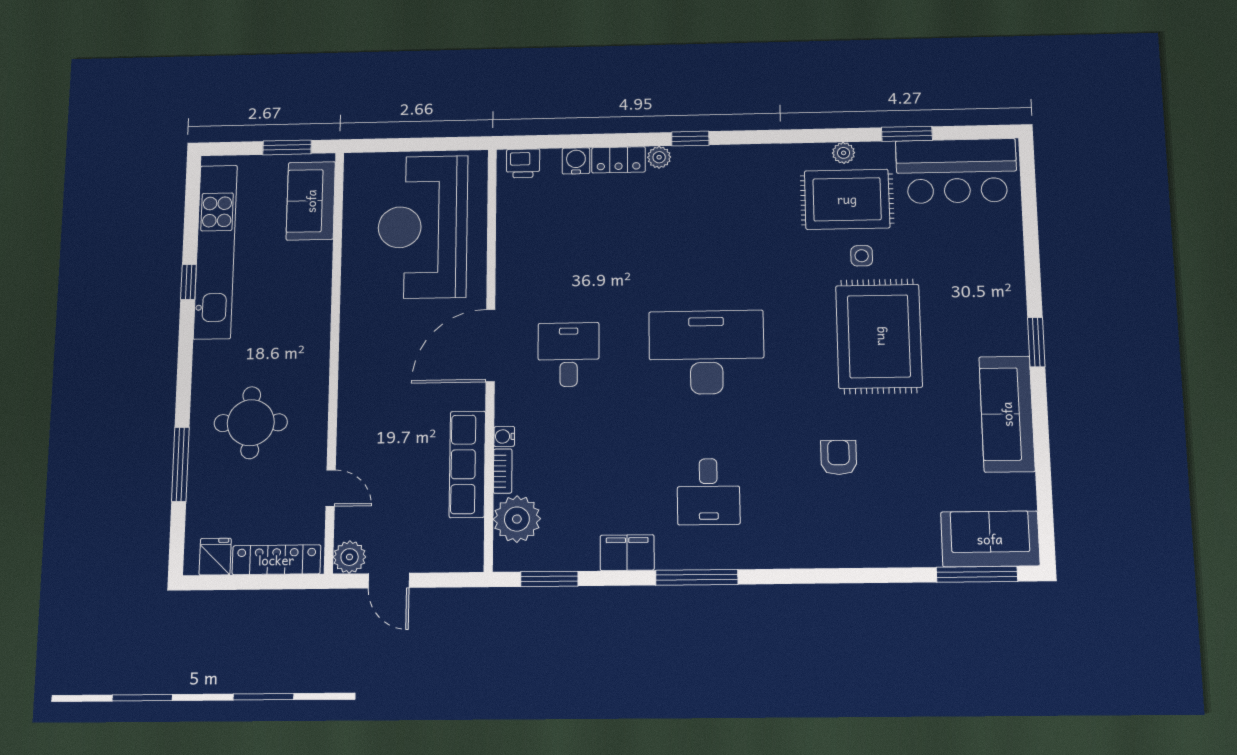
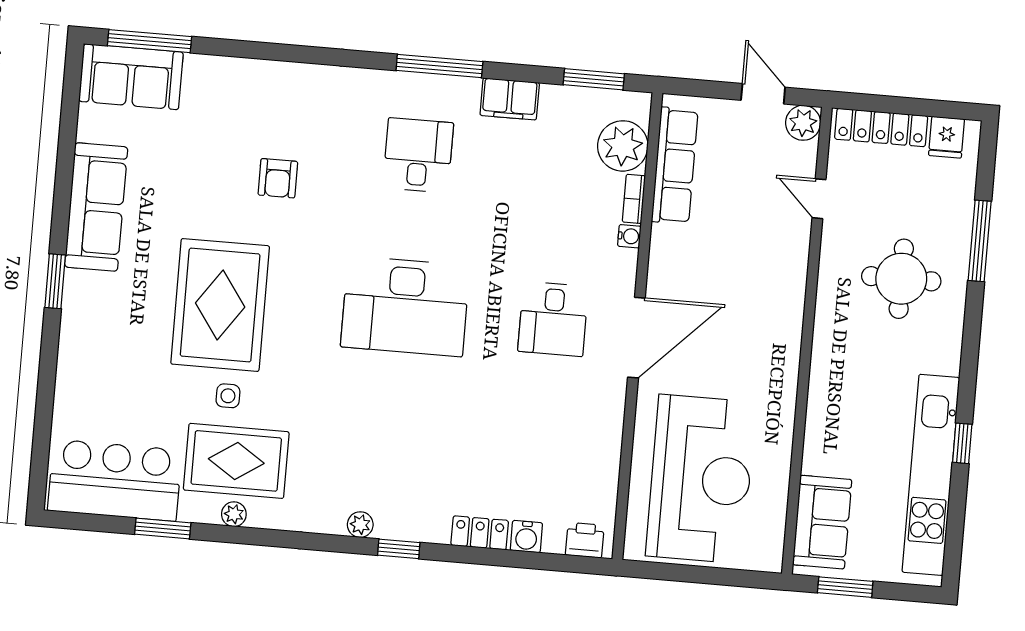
plant: (659, 157) -> (360, 525), moved
row of seats: (467, 464) -> (675, 166), moved

